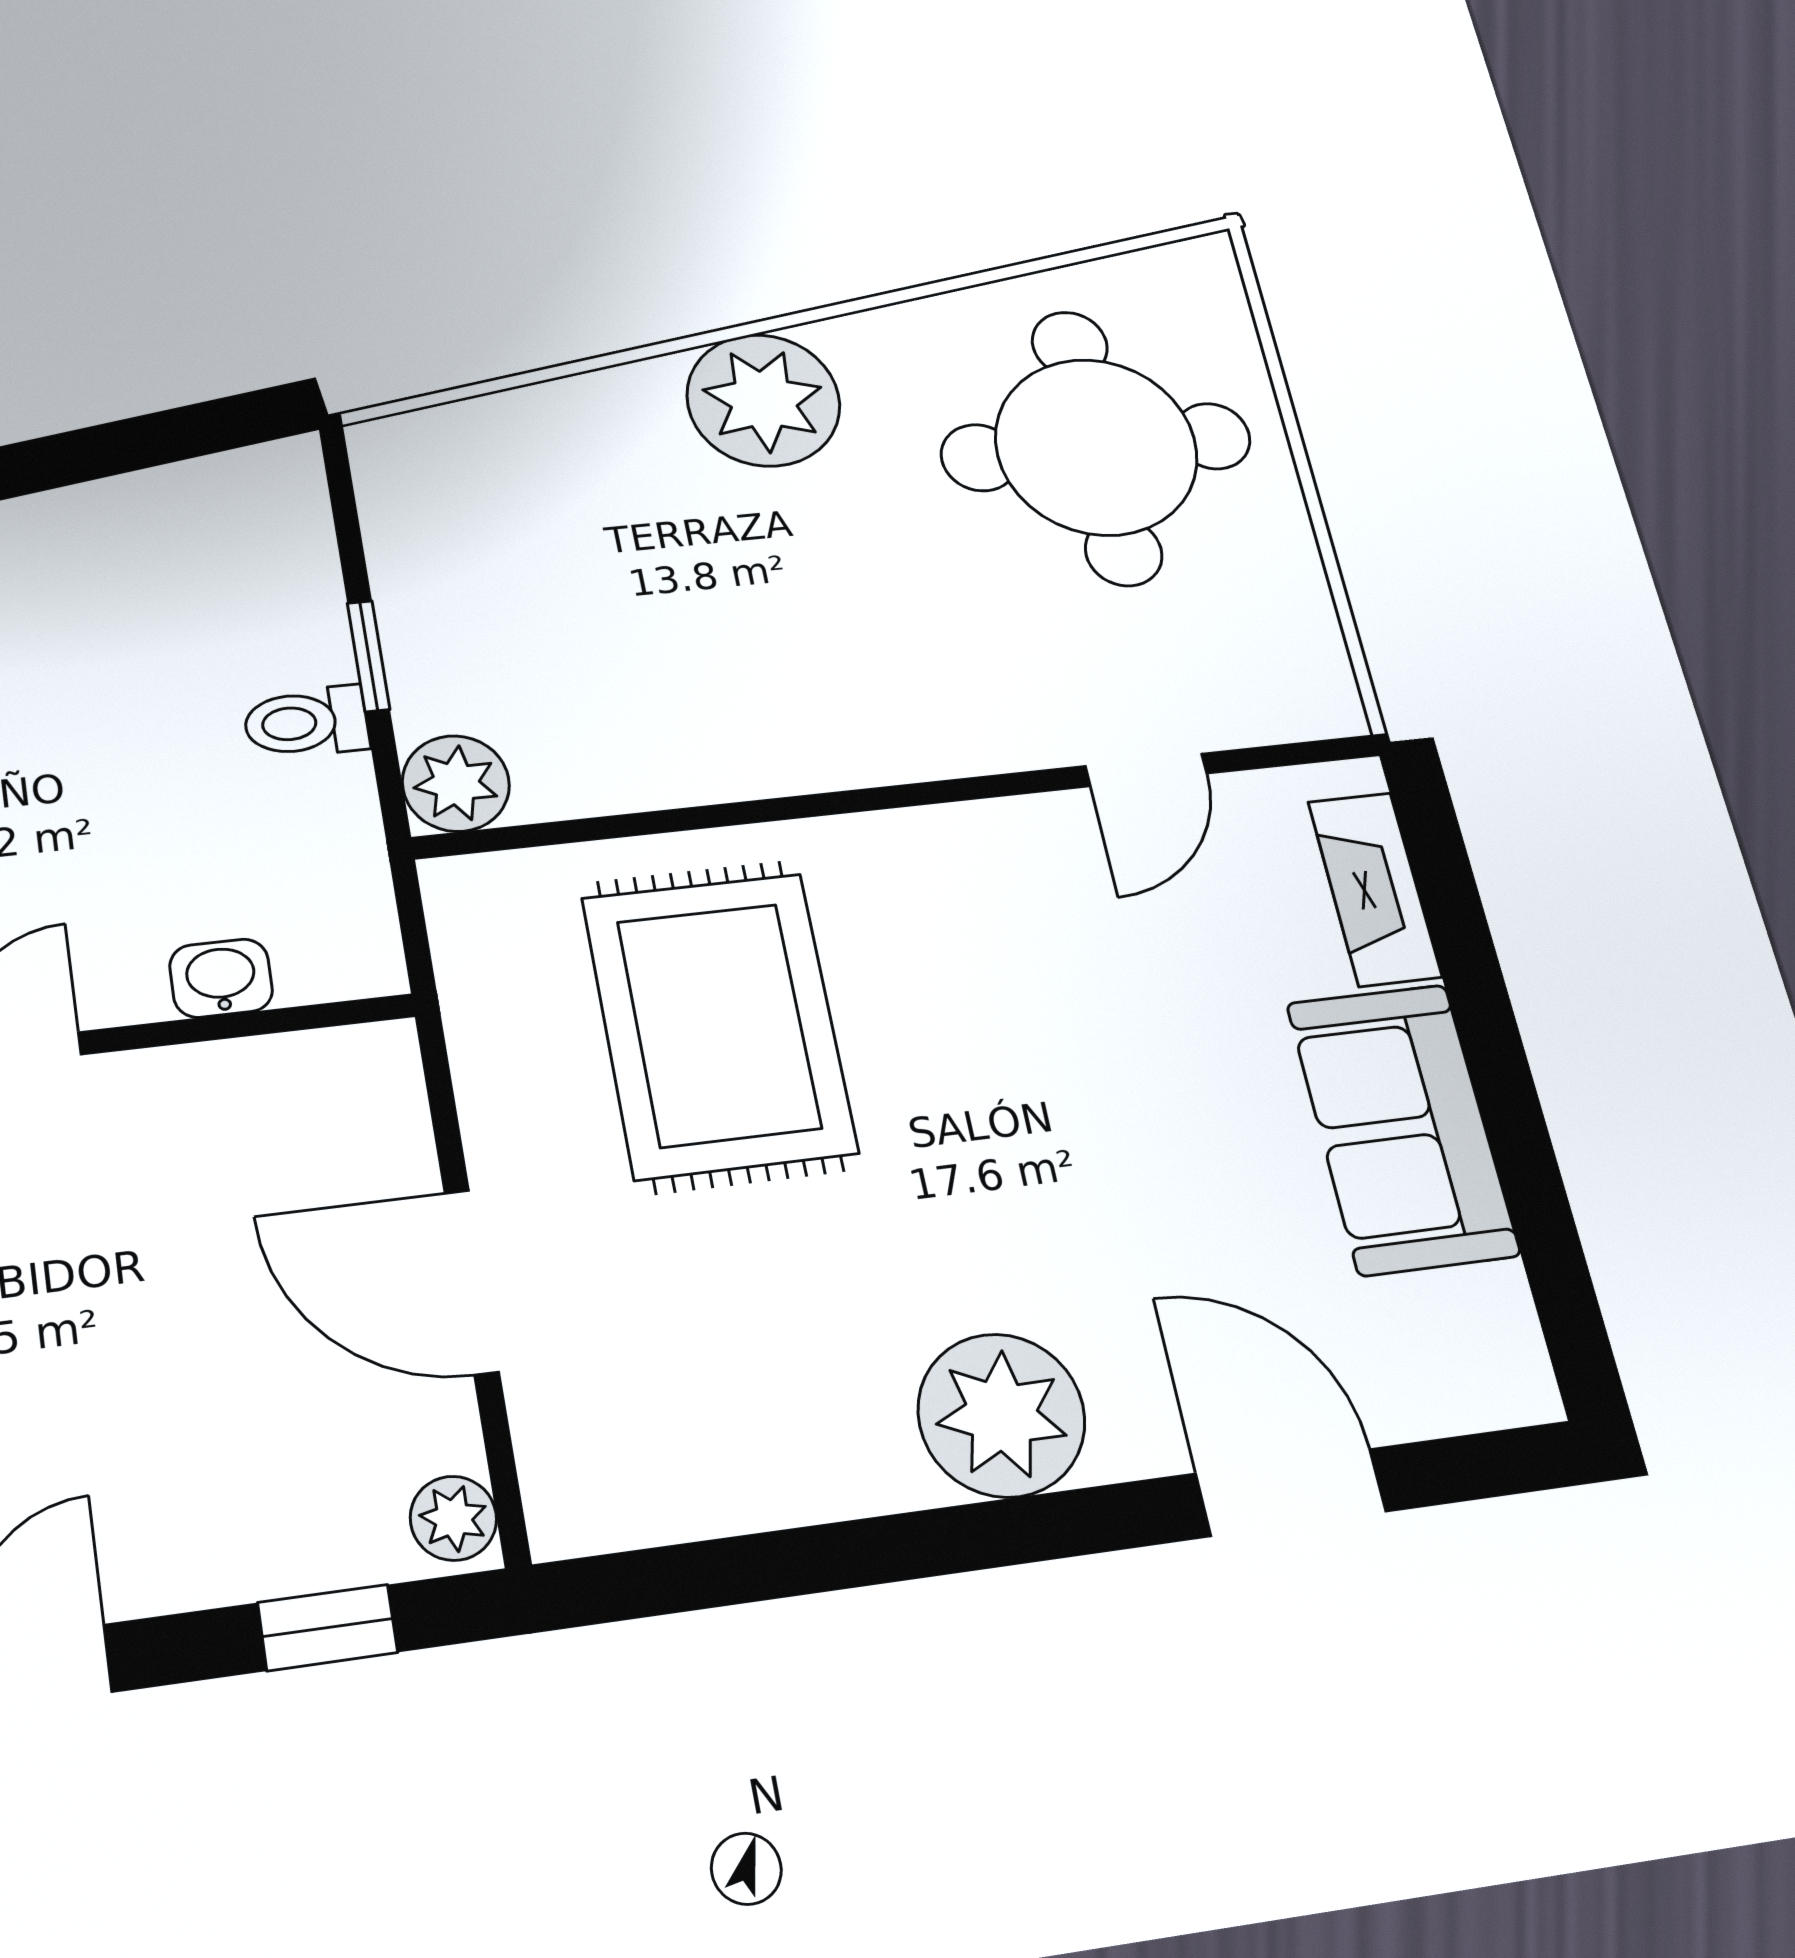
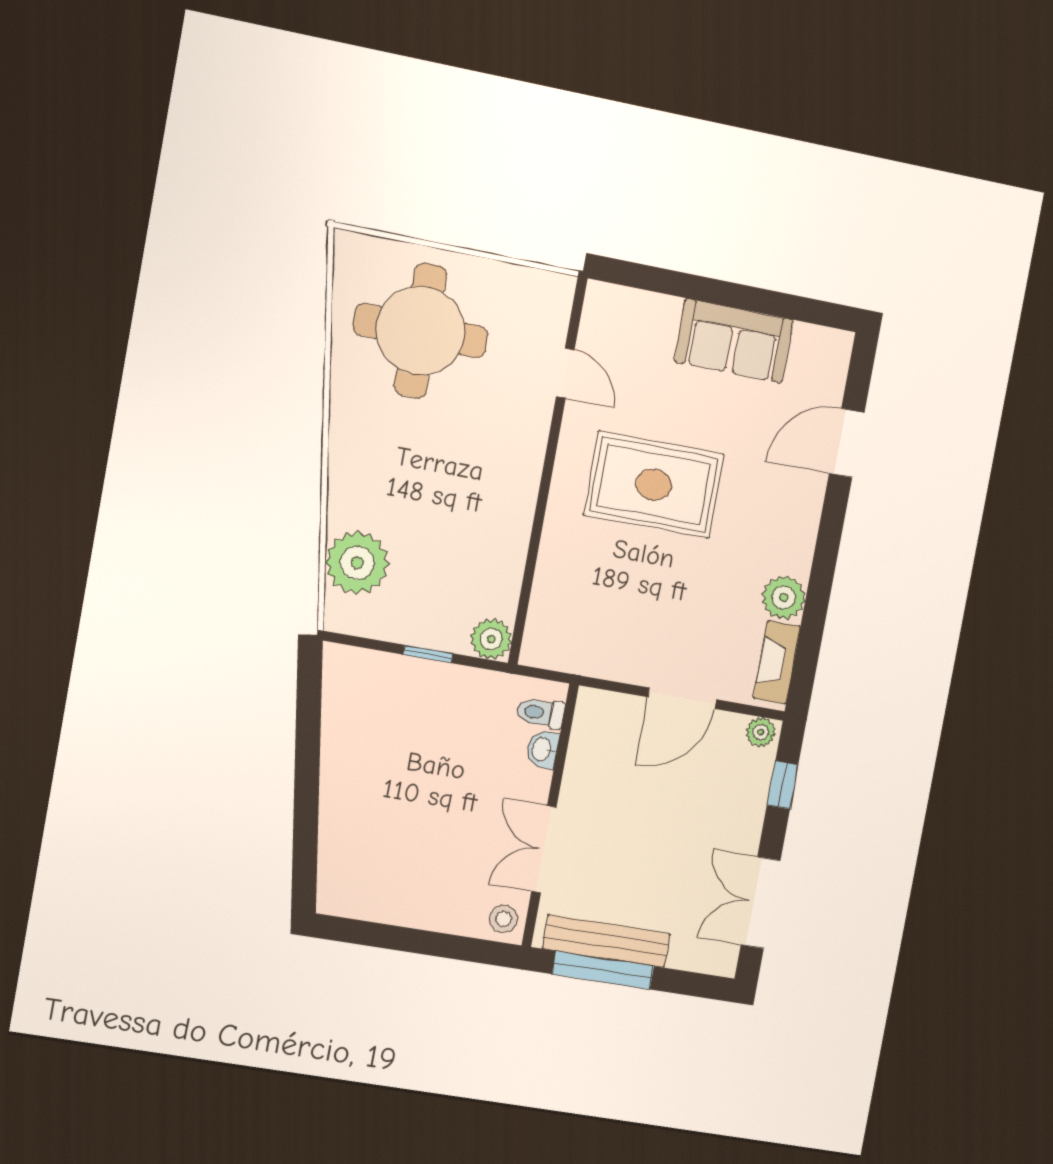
plant: (763, 400) -> (357, 563), moved
toilet: (306, 722) -> (540, 713), moved, turned 90
fireplace: (1375, 889) -> (777, 662), moved, turned 90
rug: (719, 1024) -> (654, 485), moved
plant: (1001, 1415) -> (784, 598), moved, width x0.73, depth x0.73

